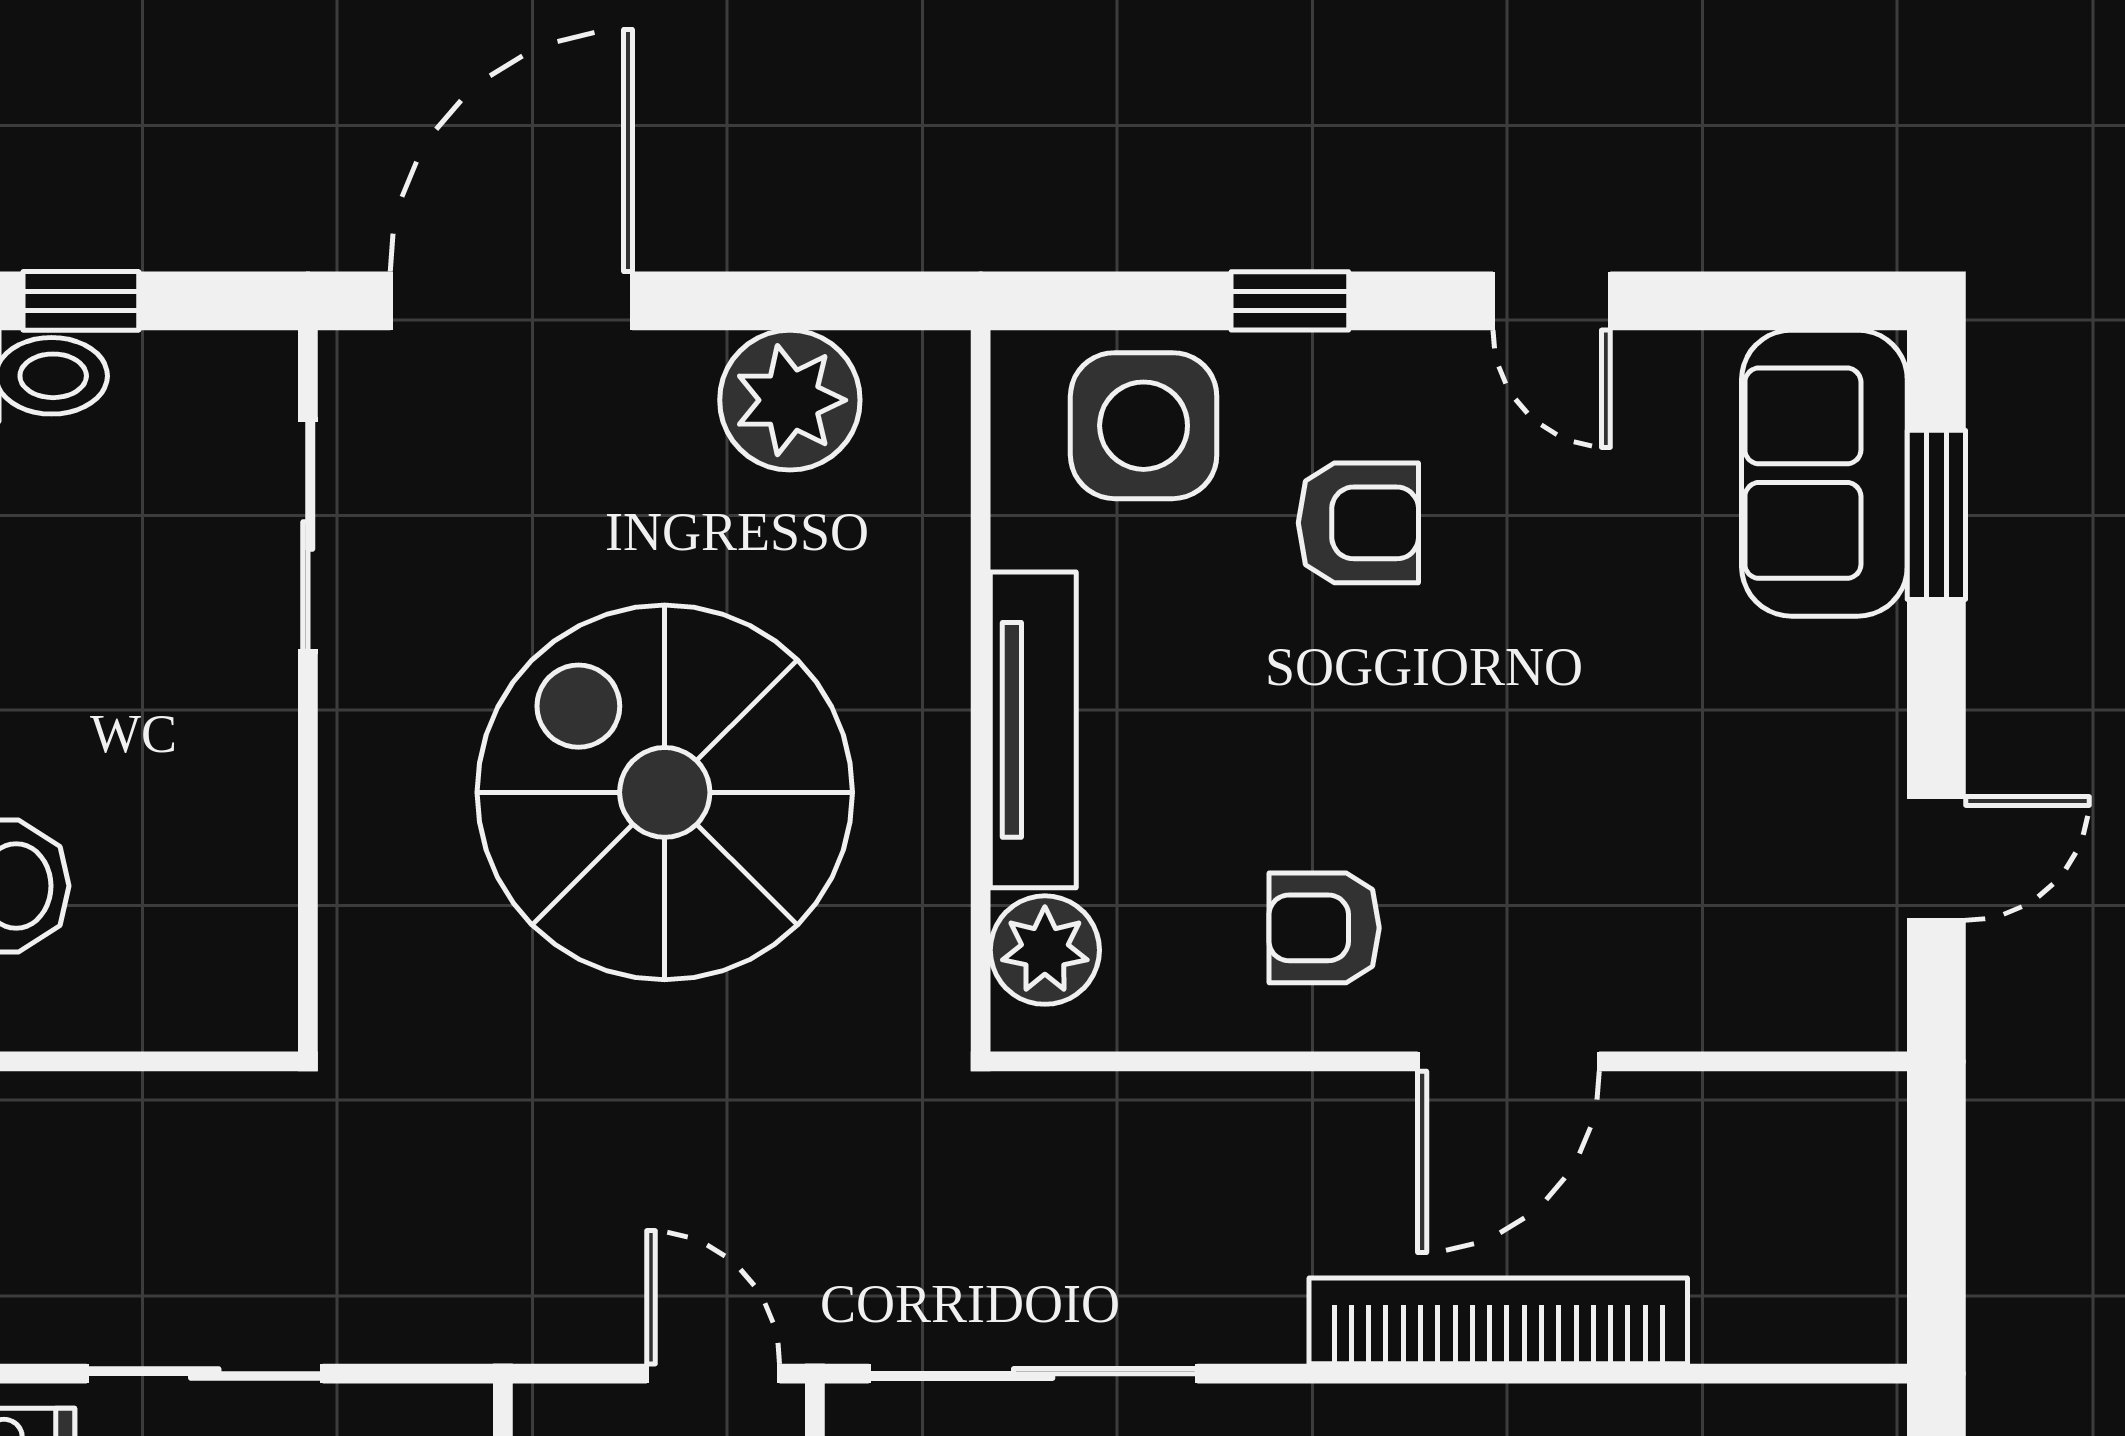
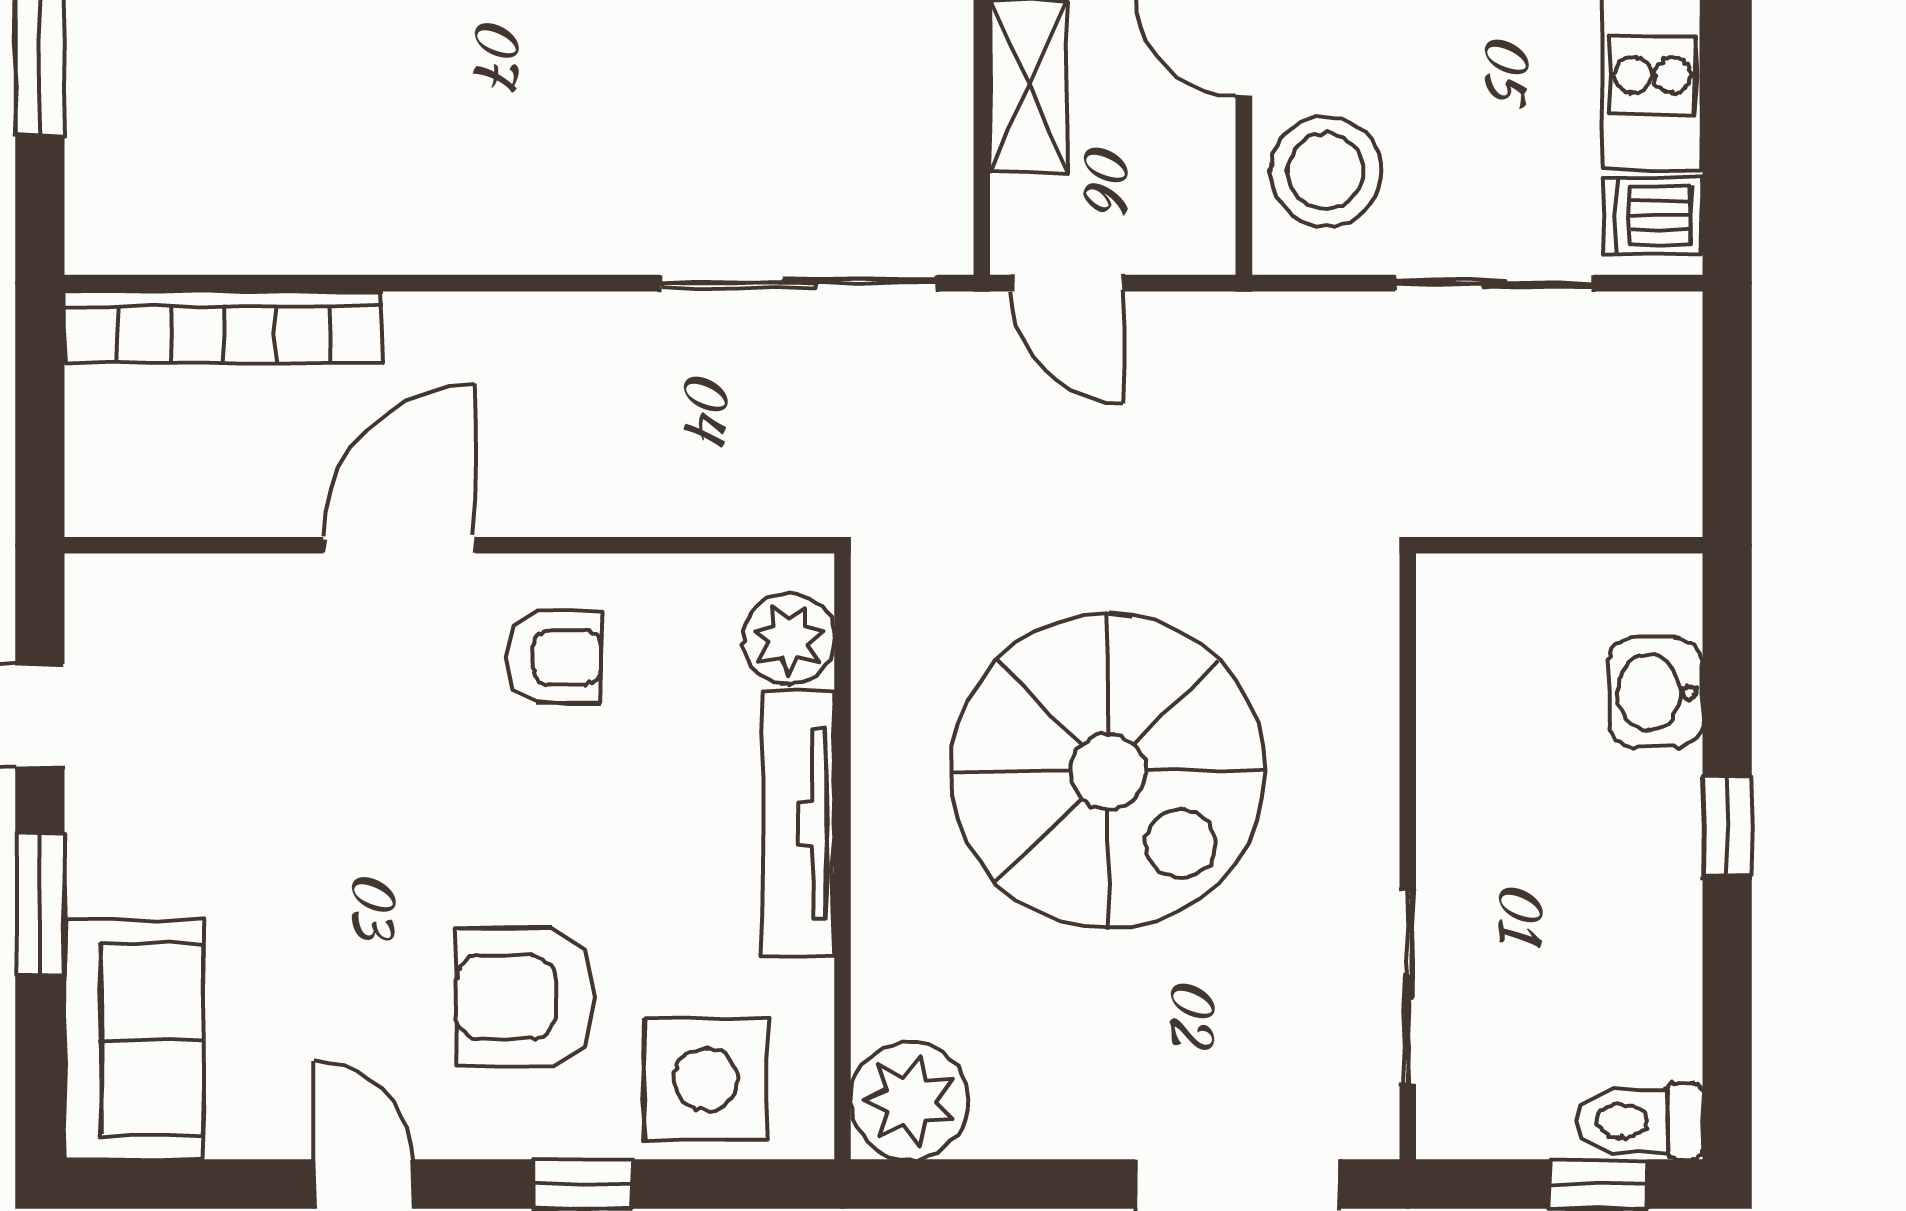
plant: (790, 400) -> (910, 1101), moved
window: (1936, 515) -> (40, 905), moved
armchair: (1358, 523) -> (525, 997), width x1.38, depth x1.38
bookcase: (1498, 1321) -> (223, 327), moved

